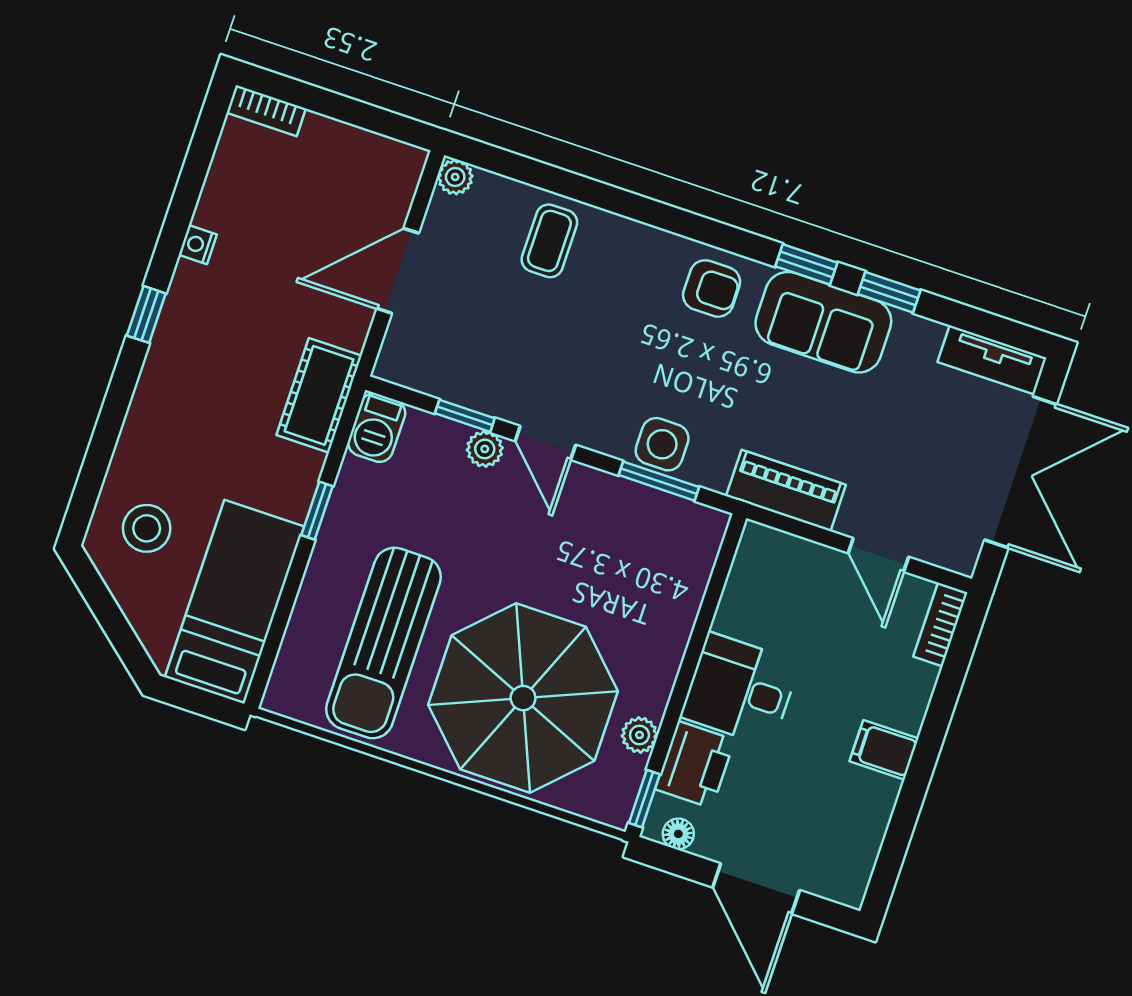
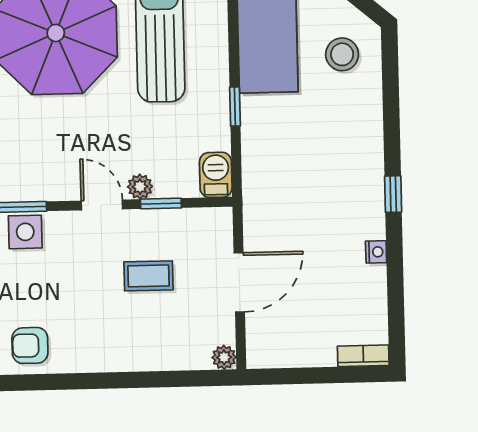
coffee table: (549, 241) -> (148, 276), moved, turned 90
cot: (319, 395) -> (261, 182), removed

